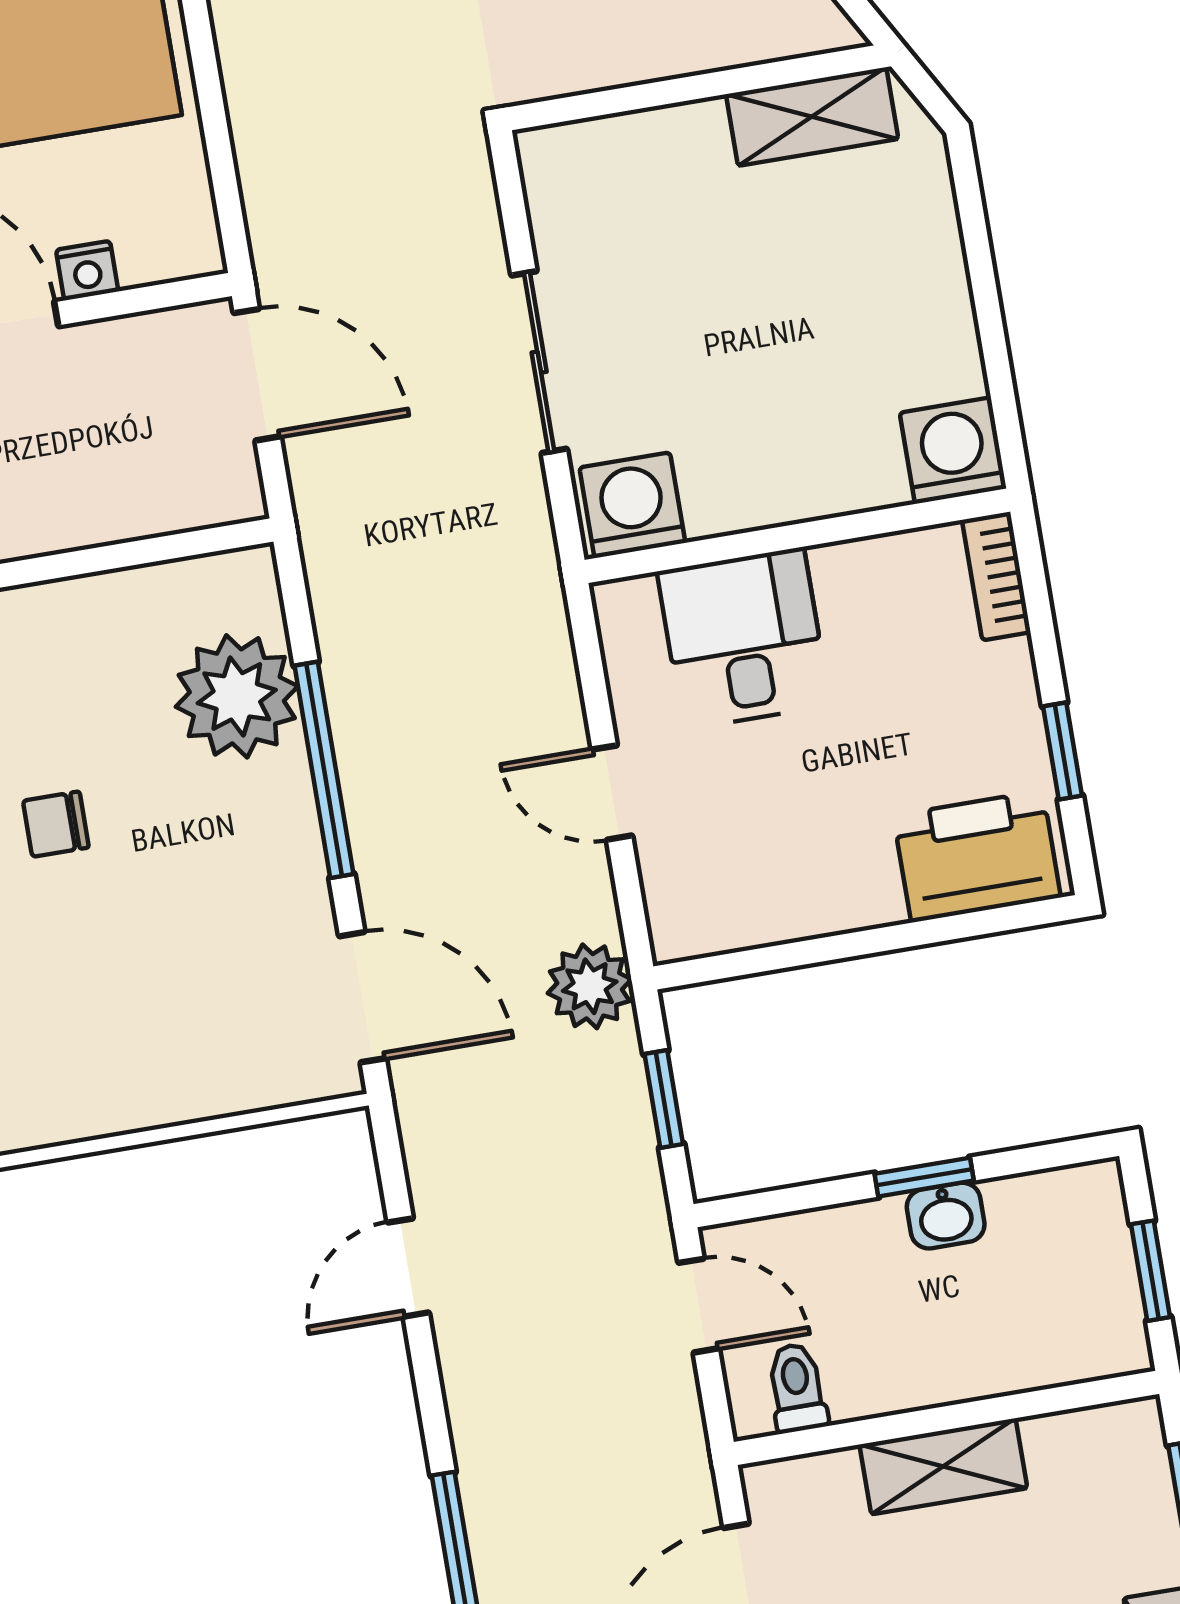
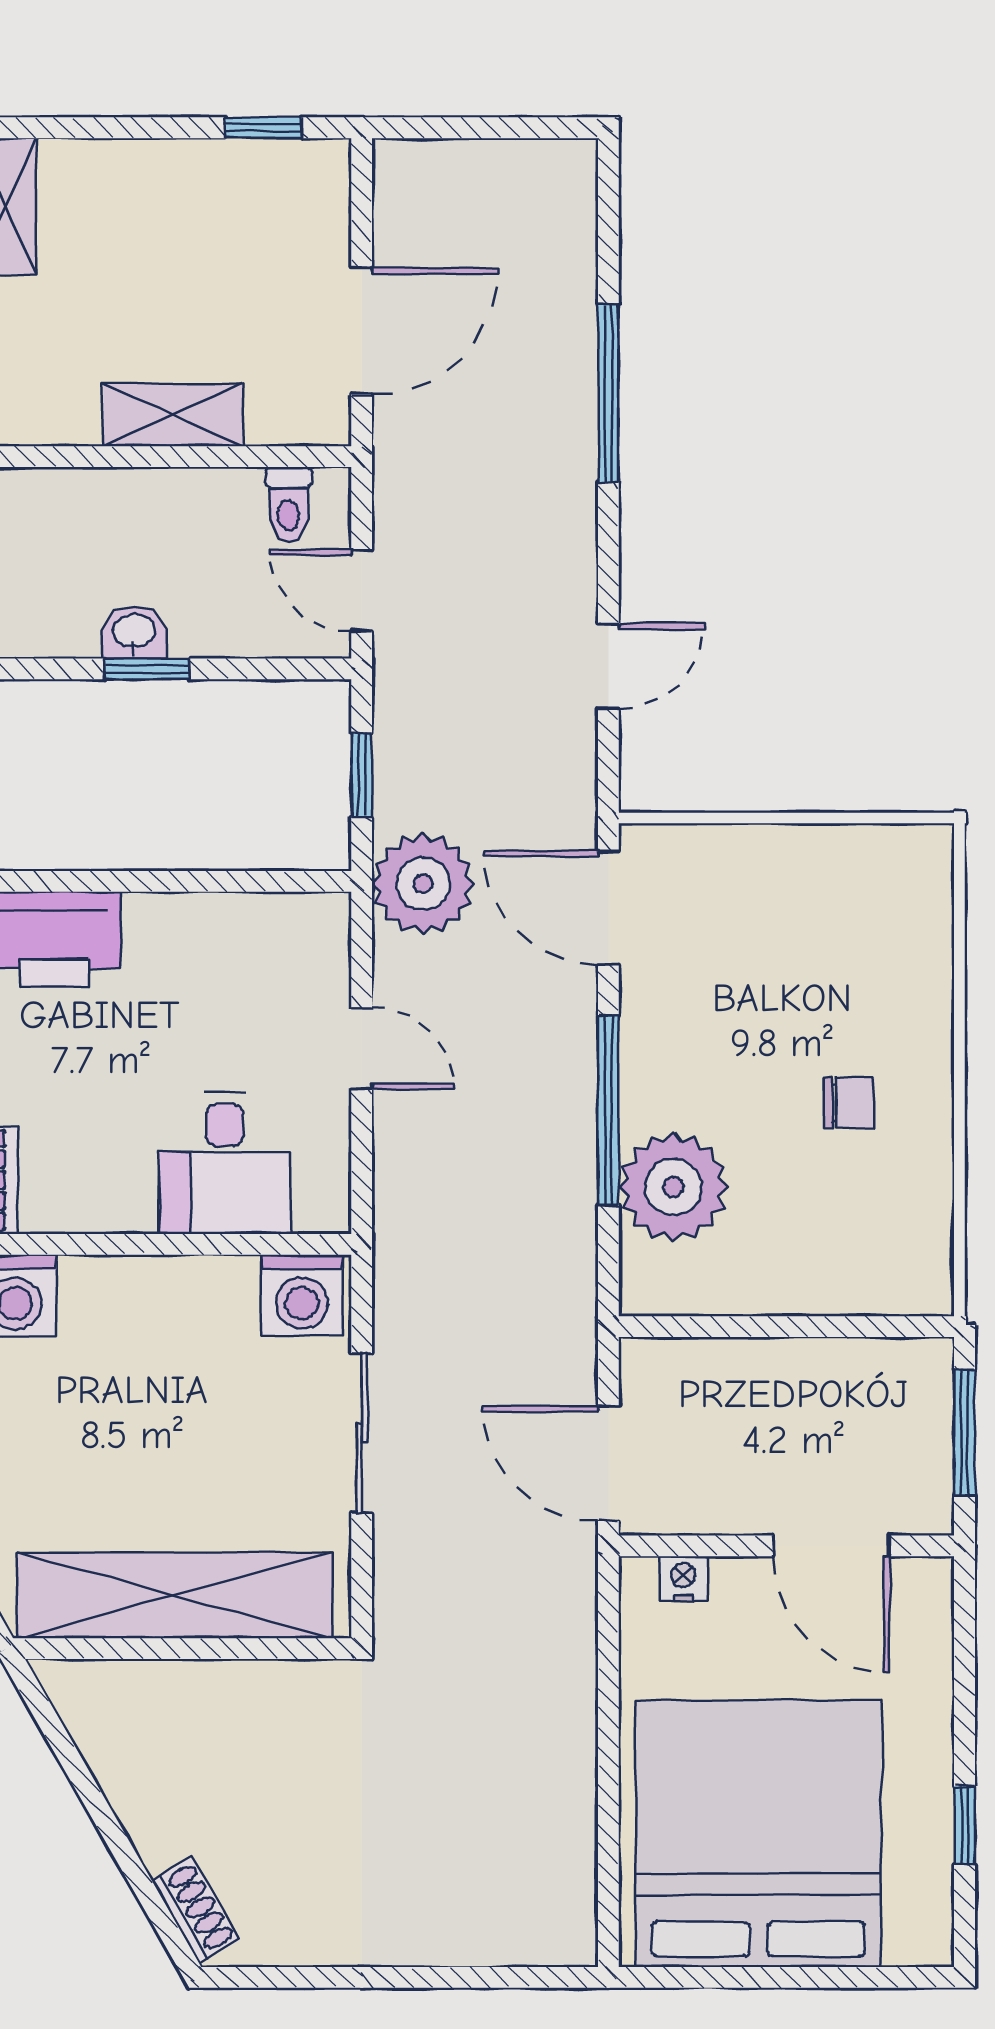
shelving: (812, 117) -> (175, 1595), width x2.20, depth x1.33
nightstand: (87, 271) -> (683, 1579), moved
plant: (590, 986) -> (423, 884), width x1.36, depth x1.36

